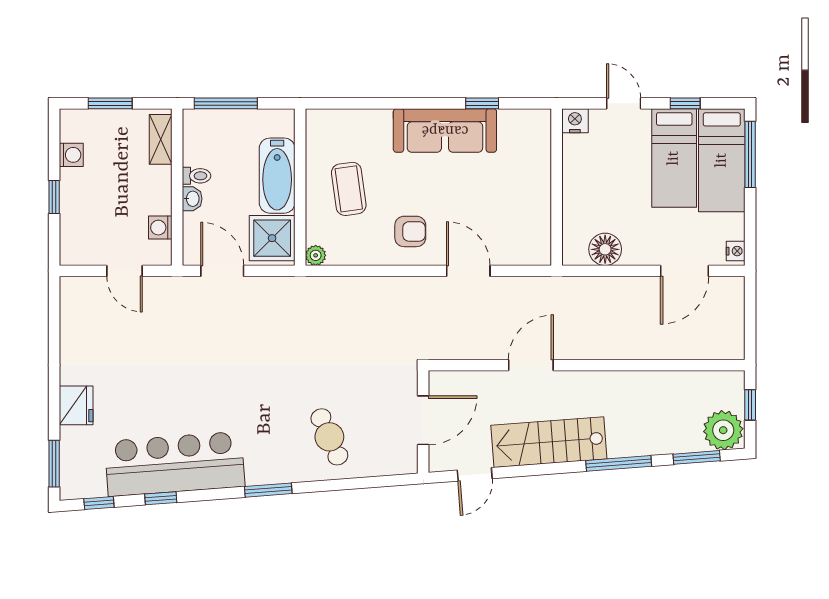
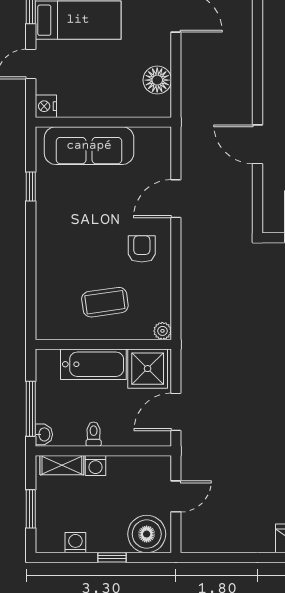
sofa: (445, 130) -> (89, 146), moved, turned 90
washbasin: (192, 199) -> (44, 434), moved, turned 90
washing machine: (160, 228) -> (95, 466), moved
boiler: (81, 237) -> (147, 534), added

